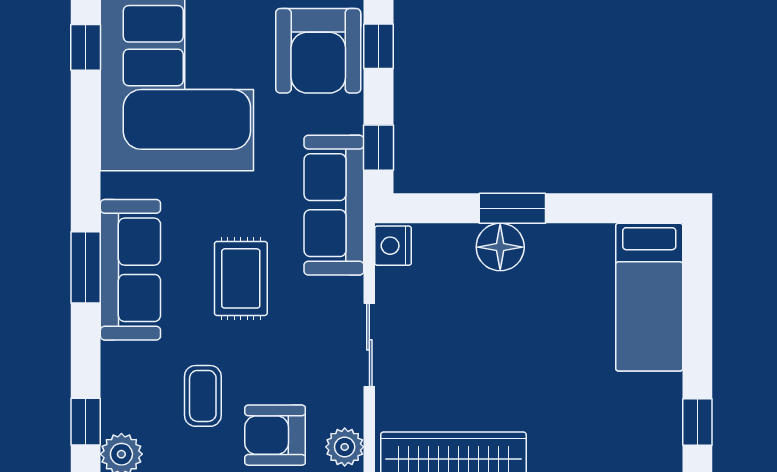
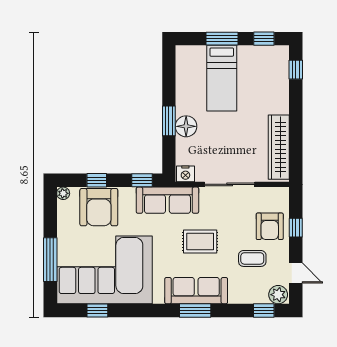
armchair: (318, 51) -> (99, 207), turned 90
bed: (649, 297) -> (222, 78), moved, turned 90
window: (697, 328) -> (222, 39), added
sliding door: (369, 345) -> (230, 184), width x1.37
plant: (345, 447) -> (275, 195), removed

